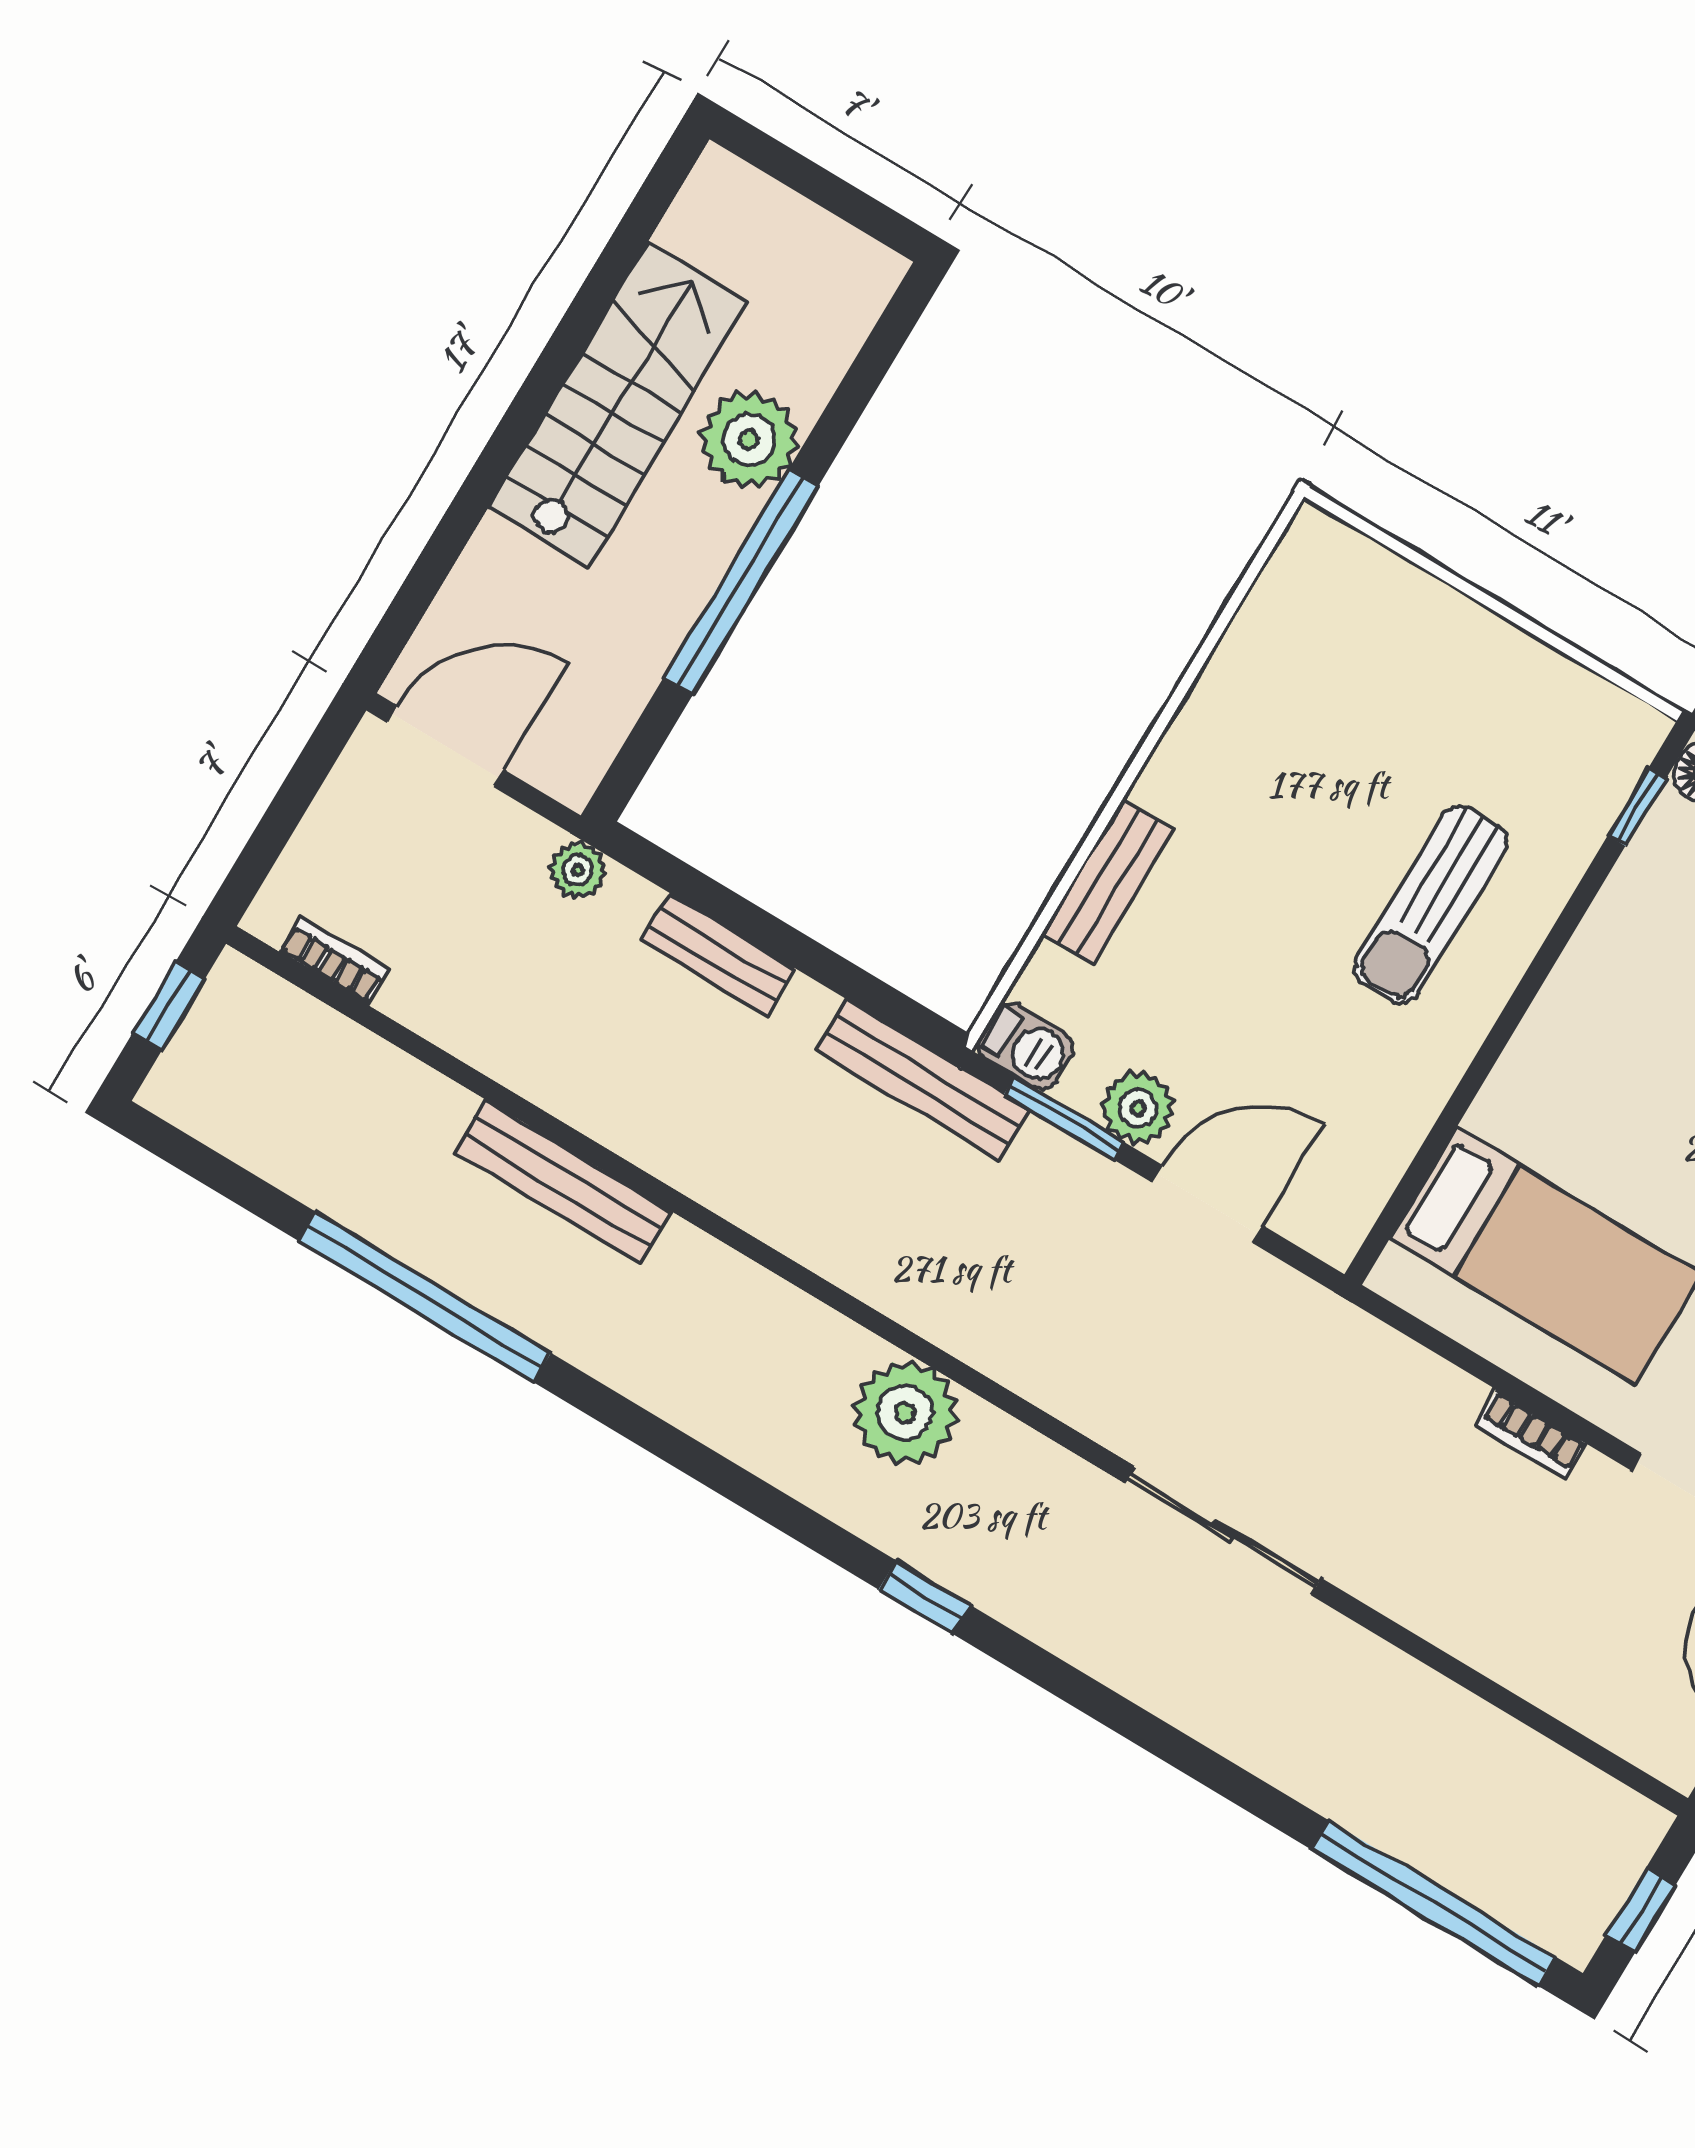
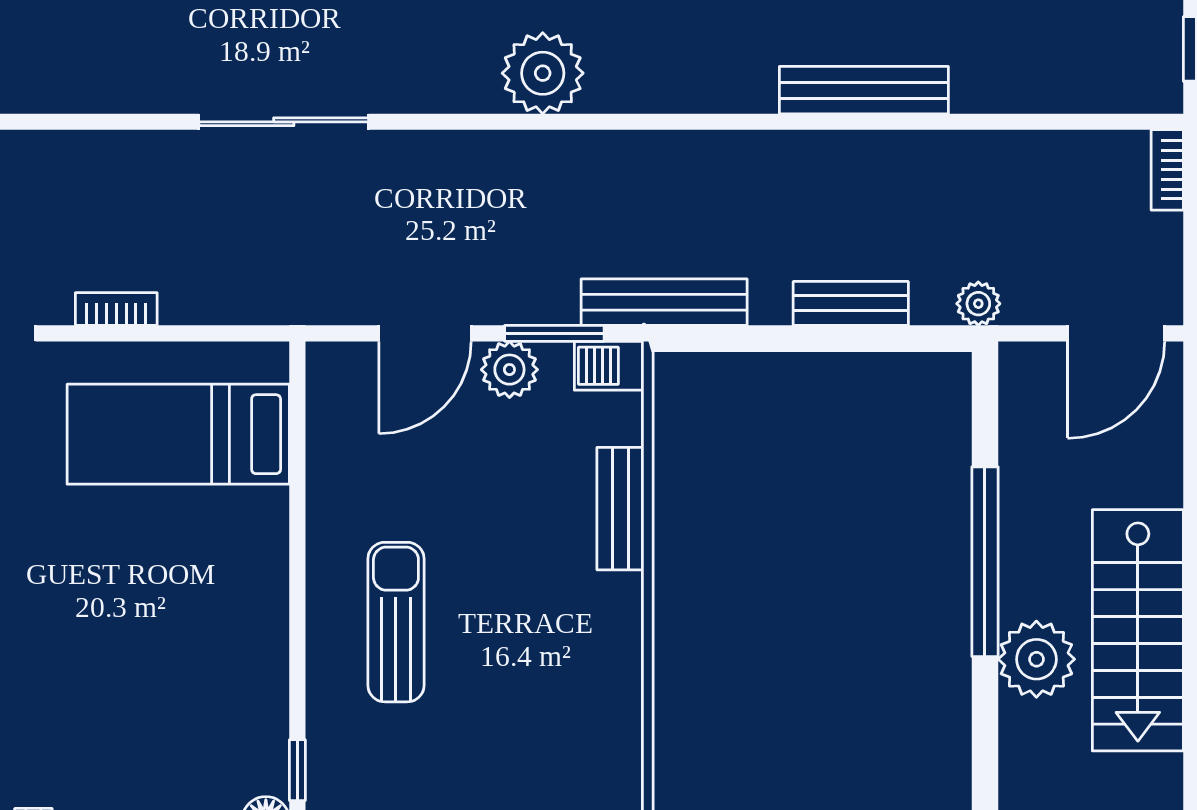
bookcase: (334, 960) -> (1167, 170), moved, turned 90

